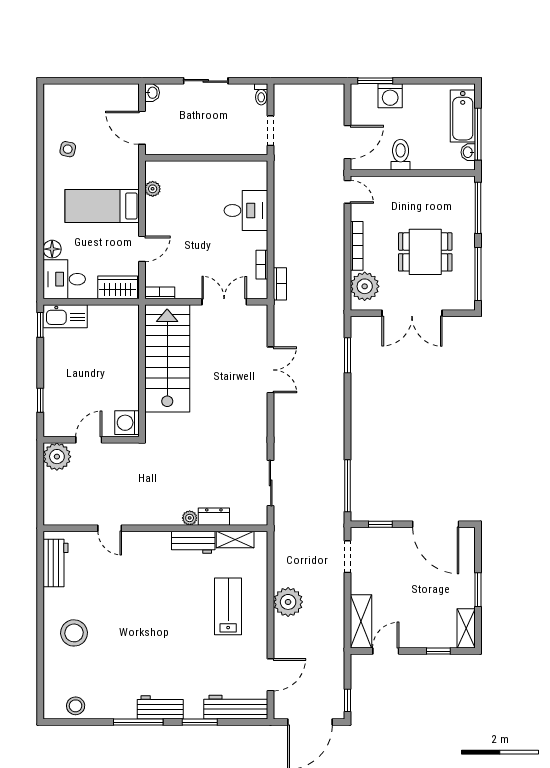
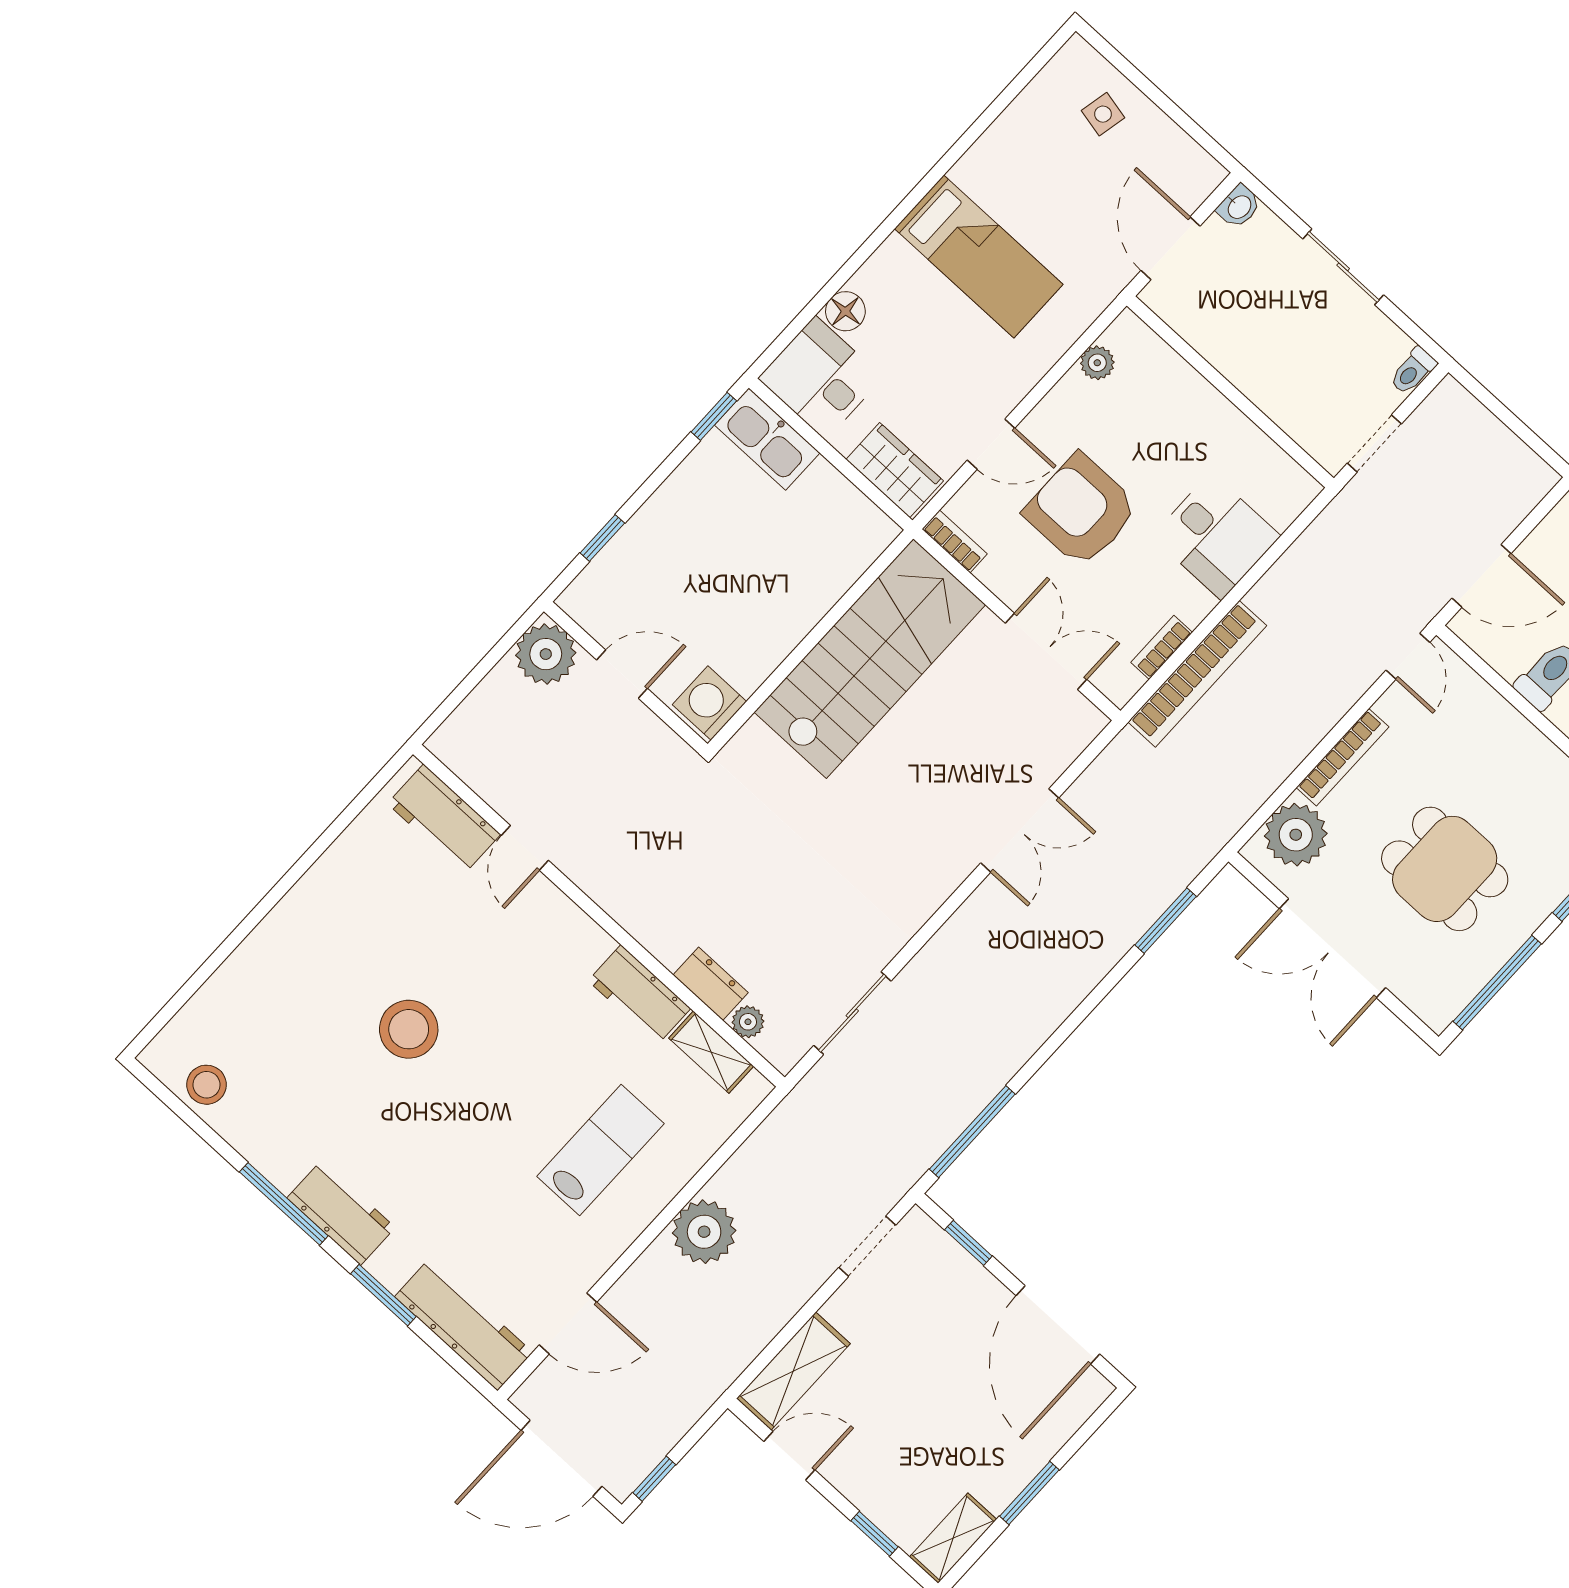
side table: (68, 149) -> (1103, 114), moved
bed: (102, 206) -> (979, 256), moved, turned 180
armchair: (193, 243) -> (1081, 510), added
bookcase: (280, 284) -> (1197, 674), width x2.31, depth x1.31
plant: (190, 518) -> (748, 1022), moved
workbench: (55, 563) -> (444, 819), moved, turned 90
stool: (74, 633) -> (409, 1029), moved

